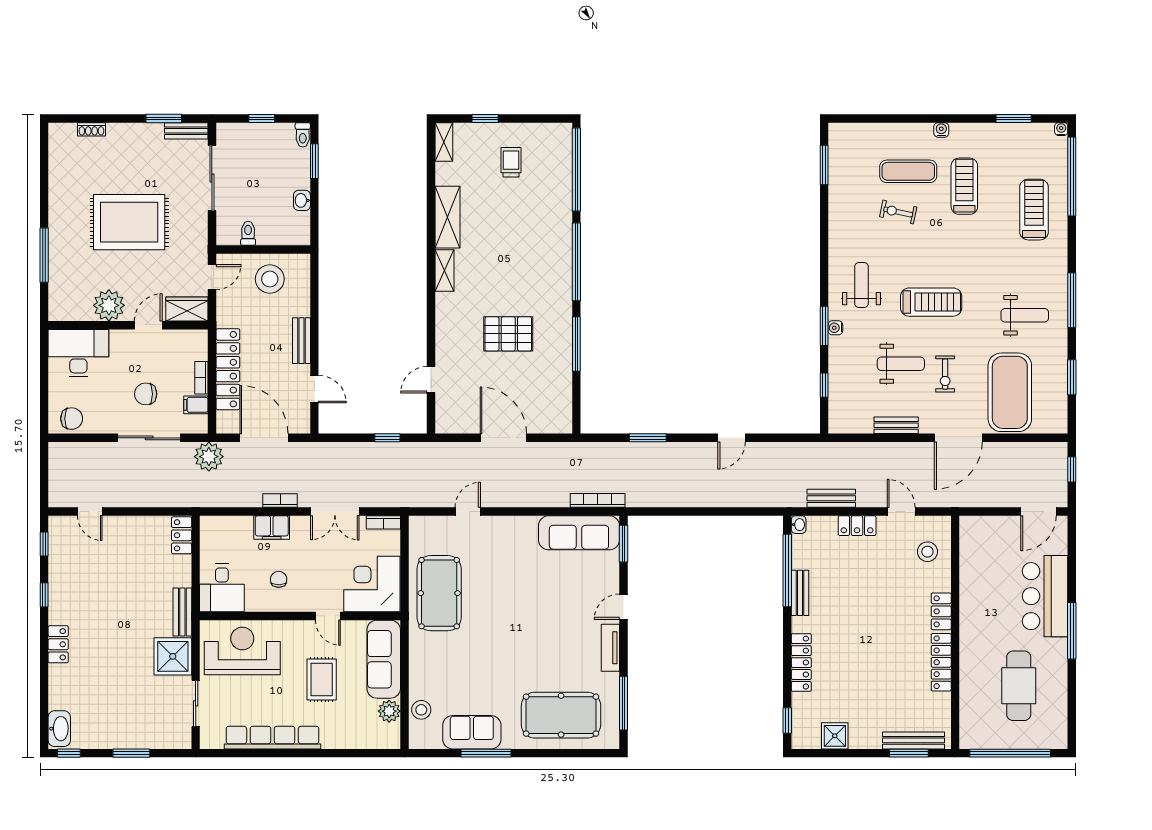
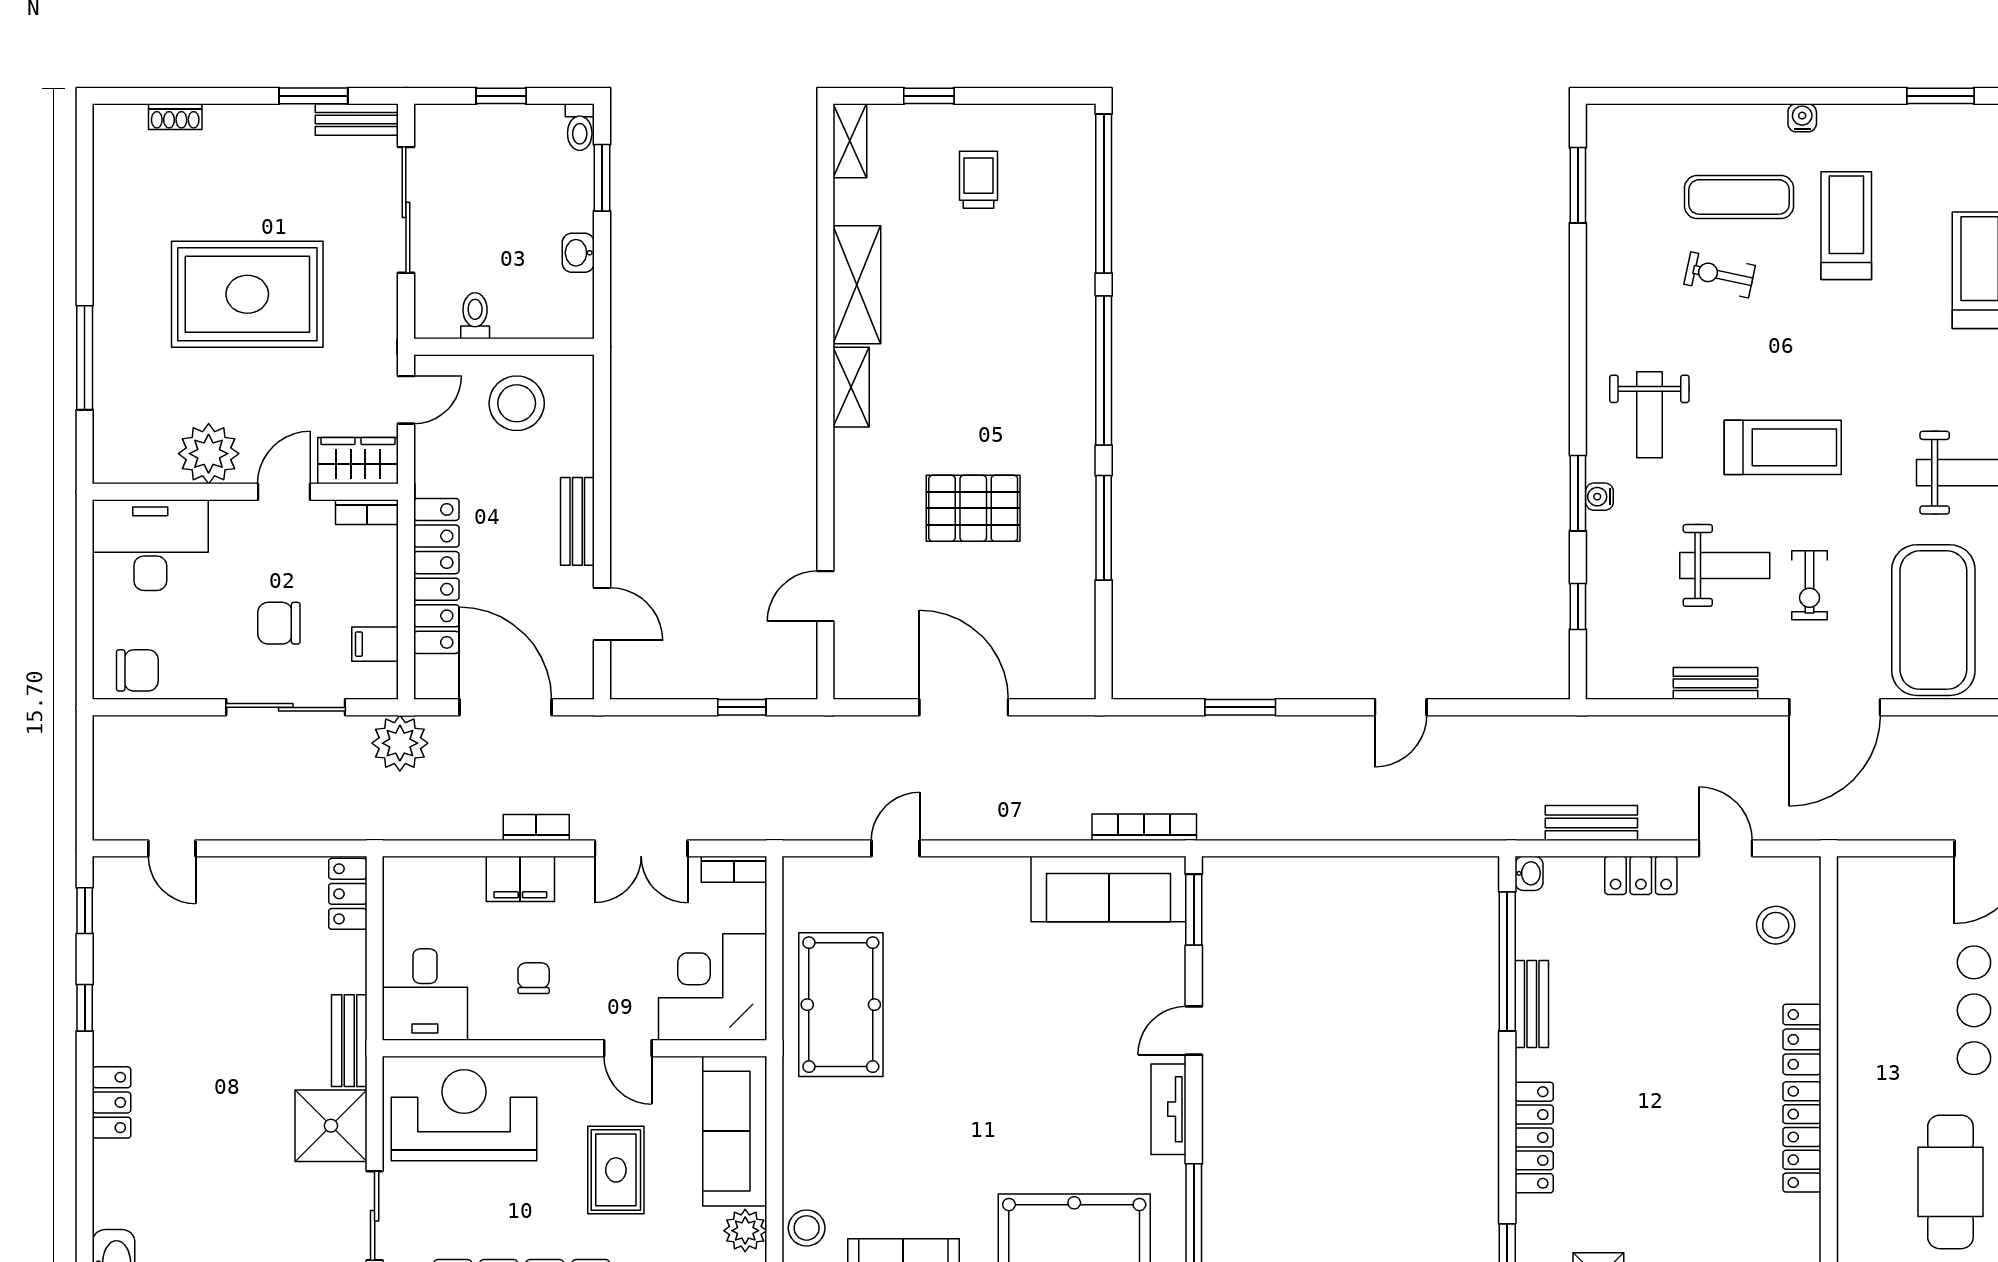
weight bench: (861, 285) -> (1649, 415), turned 180
bookcase: (201, 378) -> (367, 512), moved, turned -90

